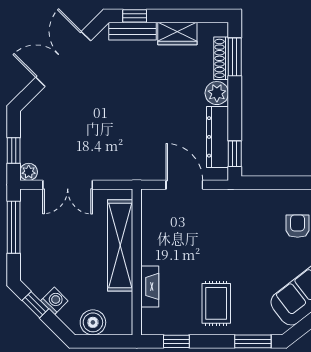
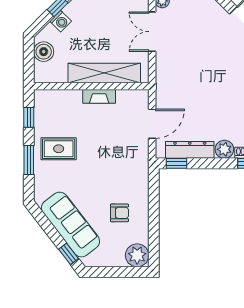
fireplace: (150, 286) -> (99, 96), moved
window: (253, 341) -> (29, 160), moved

